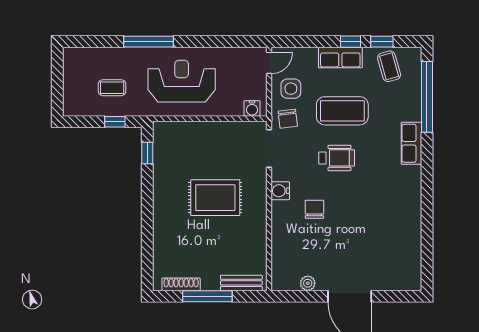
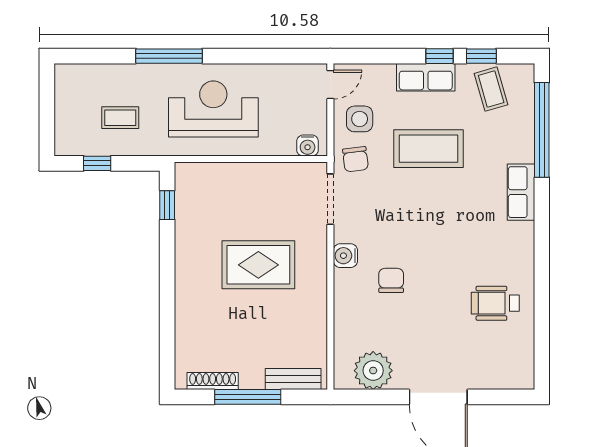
window: (115, 122) -> (97, 163), moved
wheelchair: (337, 158) -> (495, 303), moved, turned 180
plant: (308, 283) -> (373, 371), width x1.87, depth x1.87

